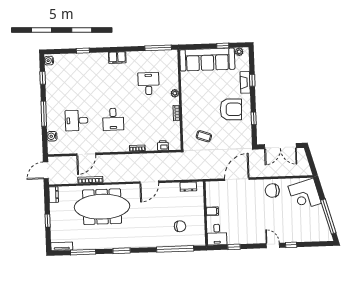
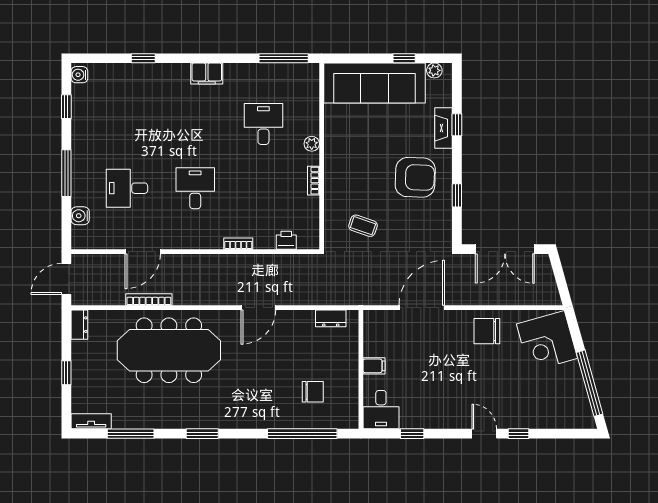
desk: (113, 119) -> (195, 188), turned 180

